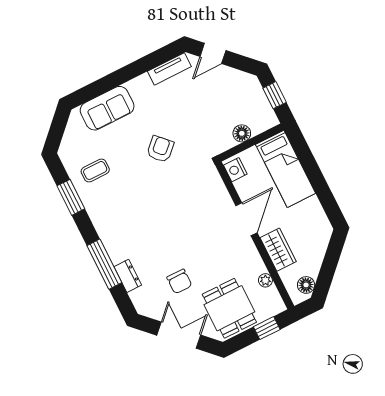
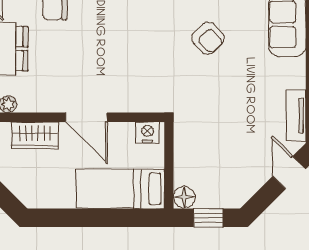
floor lamp: (242, 133) -> (184, 197), moved
armchair: (160, 149) -> (208, 38), moved

